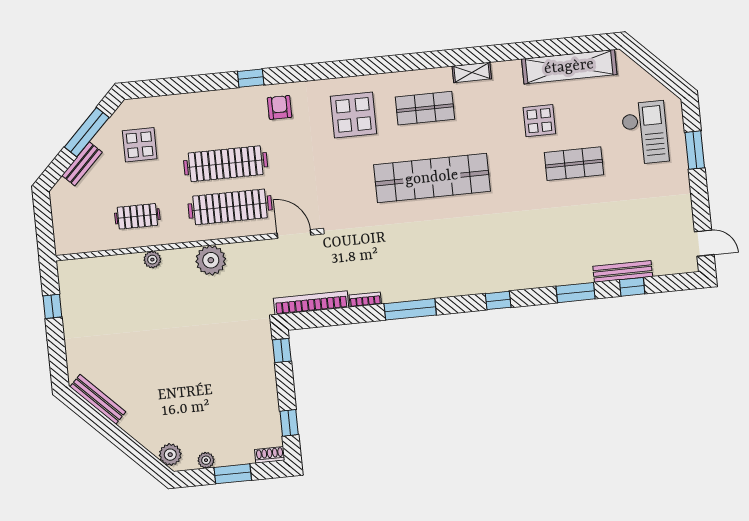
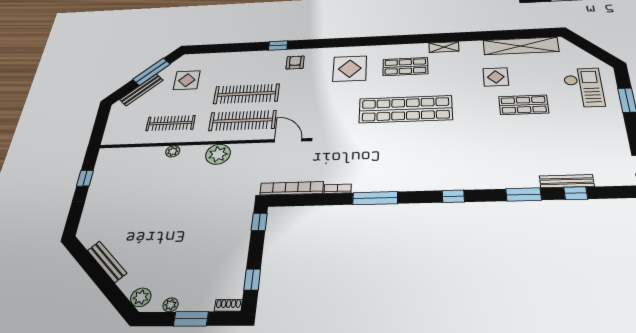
bench: (82, 164) -> (141, 90), width x1.36
clothes rail: (137, 216) -> (171, 123), width x1.36
bench: (98, 399) -> (107, 262), moved

